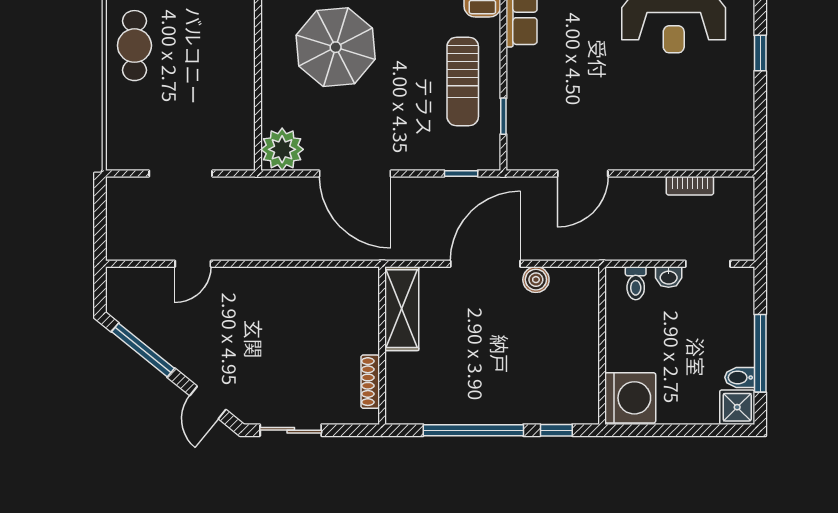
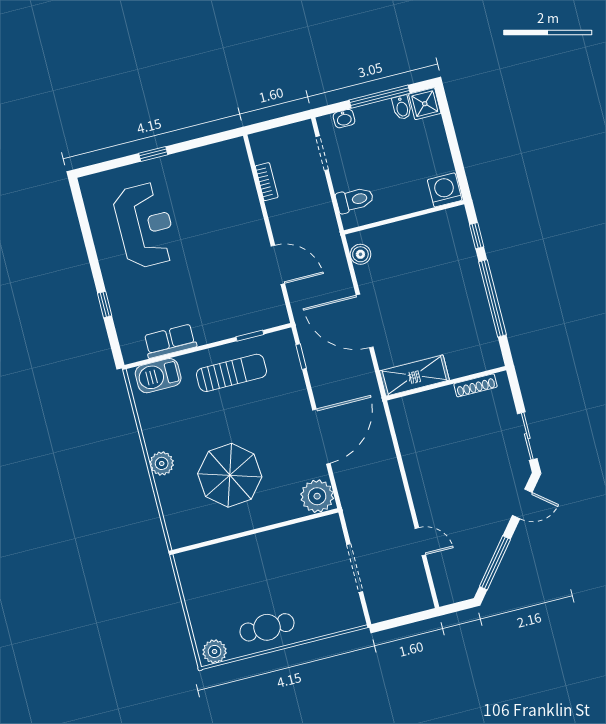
washbasin: (669, 277) -> (344, 119), moved, turned 90
boiler: (536, 280) -> (360, 254), moved
toilet: (636, 283) -> (355, 200), width x1.37, depth x1.39
washing machine: (630, 398) -> (445, 190), width x0.73, depth x0.73

